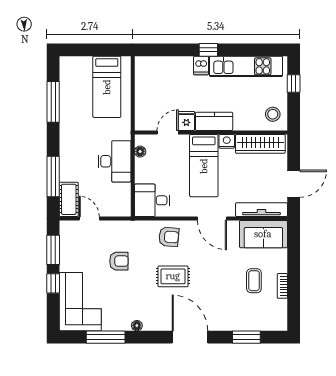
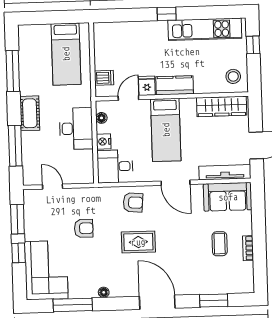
dishwasher: (201, 65) -> (104, 78), moved, turned -90
nightstand: (227, 141) -> (104, 142), moved, turned -90
cot: (69, 199) -> (30, 113), moved

